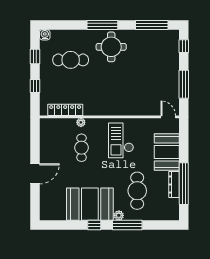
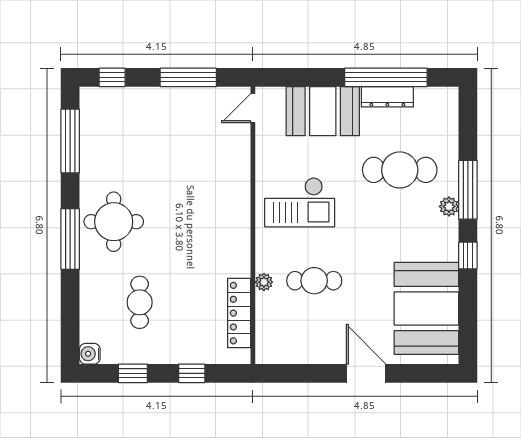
cafe table: (71, 60) -> (140, 302), width x0.73, depth x0.74
booth: (90, 204) -> (426, 308), moved

